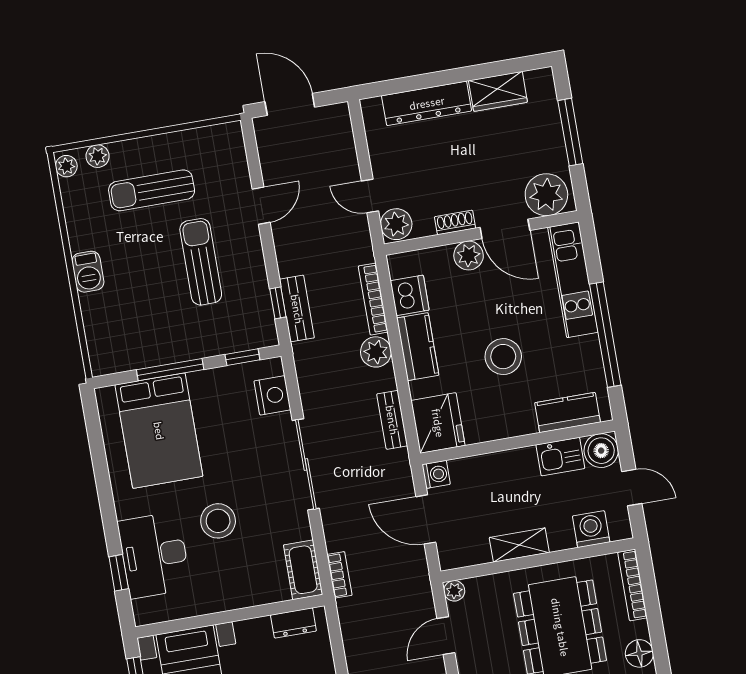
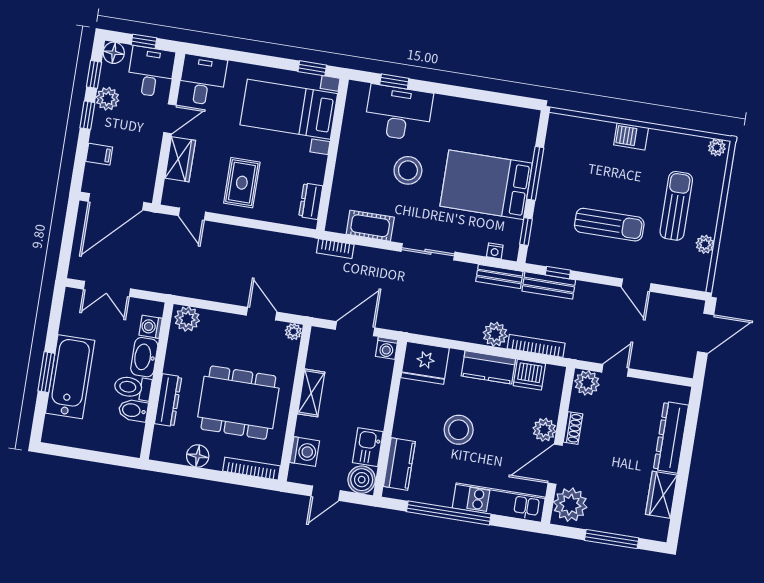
plant: (98, 156) -> (705, 244), moved
nightstand: (272, 395) -> (495, 251), width x0.53, depth x0.56
bench: (392, 420) -> (499, 276), moved
bed: (159, 431) -> (486, 185), moved
sliding door: (306, 464) -> (428, 252), width x0.73
cot: (303, 570) -> (370, 226), moved

